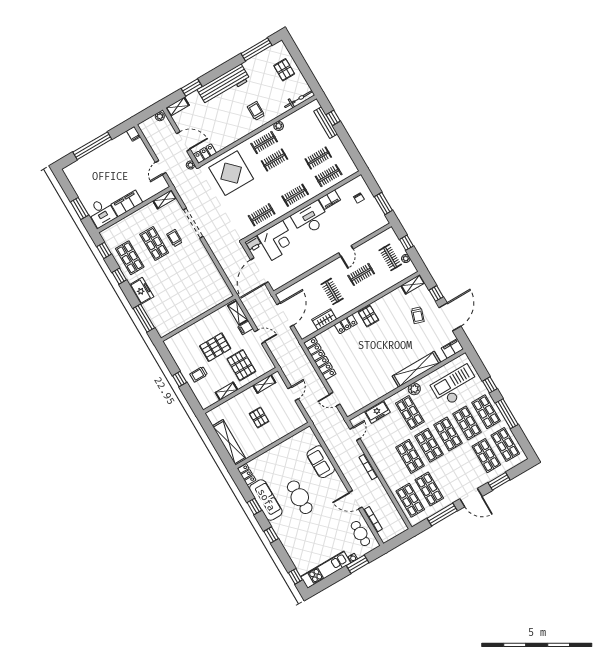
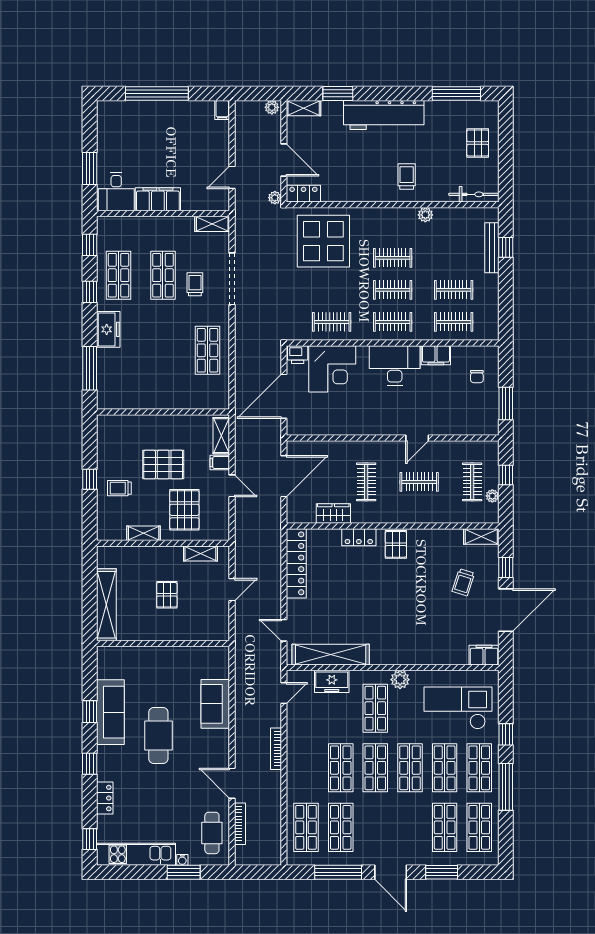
clothes rail: (264, 142) -> (393, 290), moved
shop shelf: (203, 270) -> (207, 350), added
shelving: (416, 369) -> (331, 655), moved
locker: (247, 474) -> (105, 798), moved

